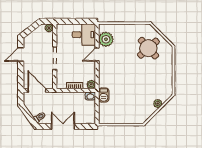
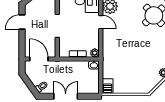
door: (97, 55) -> (101, 22), swing flipped
barbecue: (104, 95) -> (108, 86), moved

